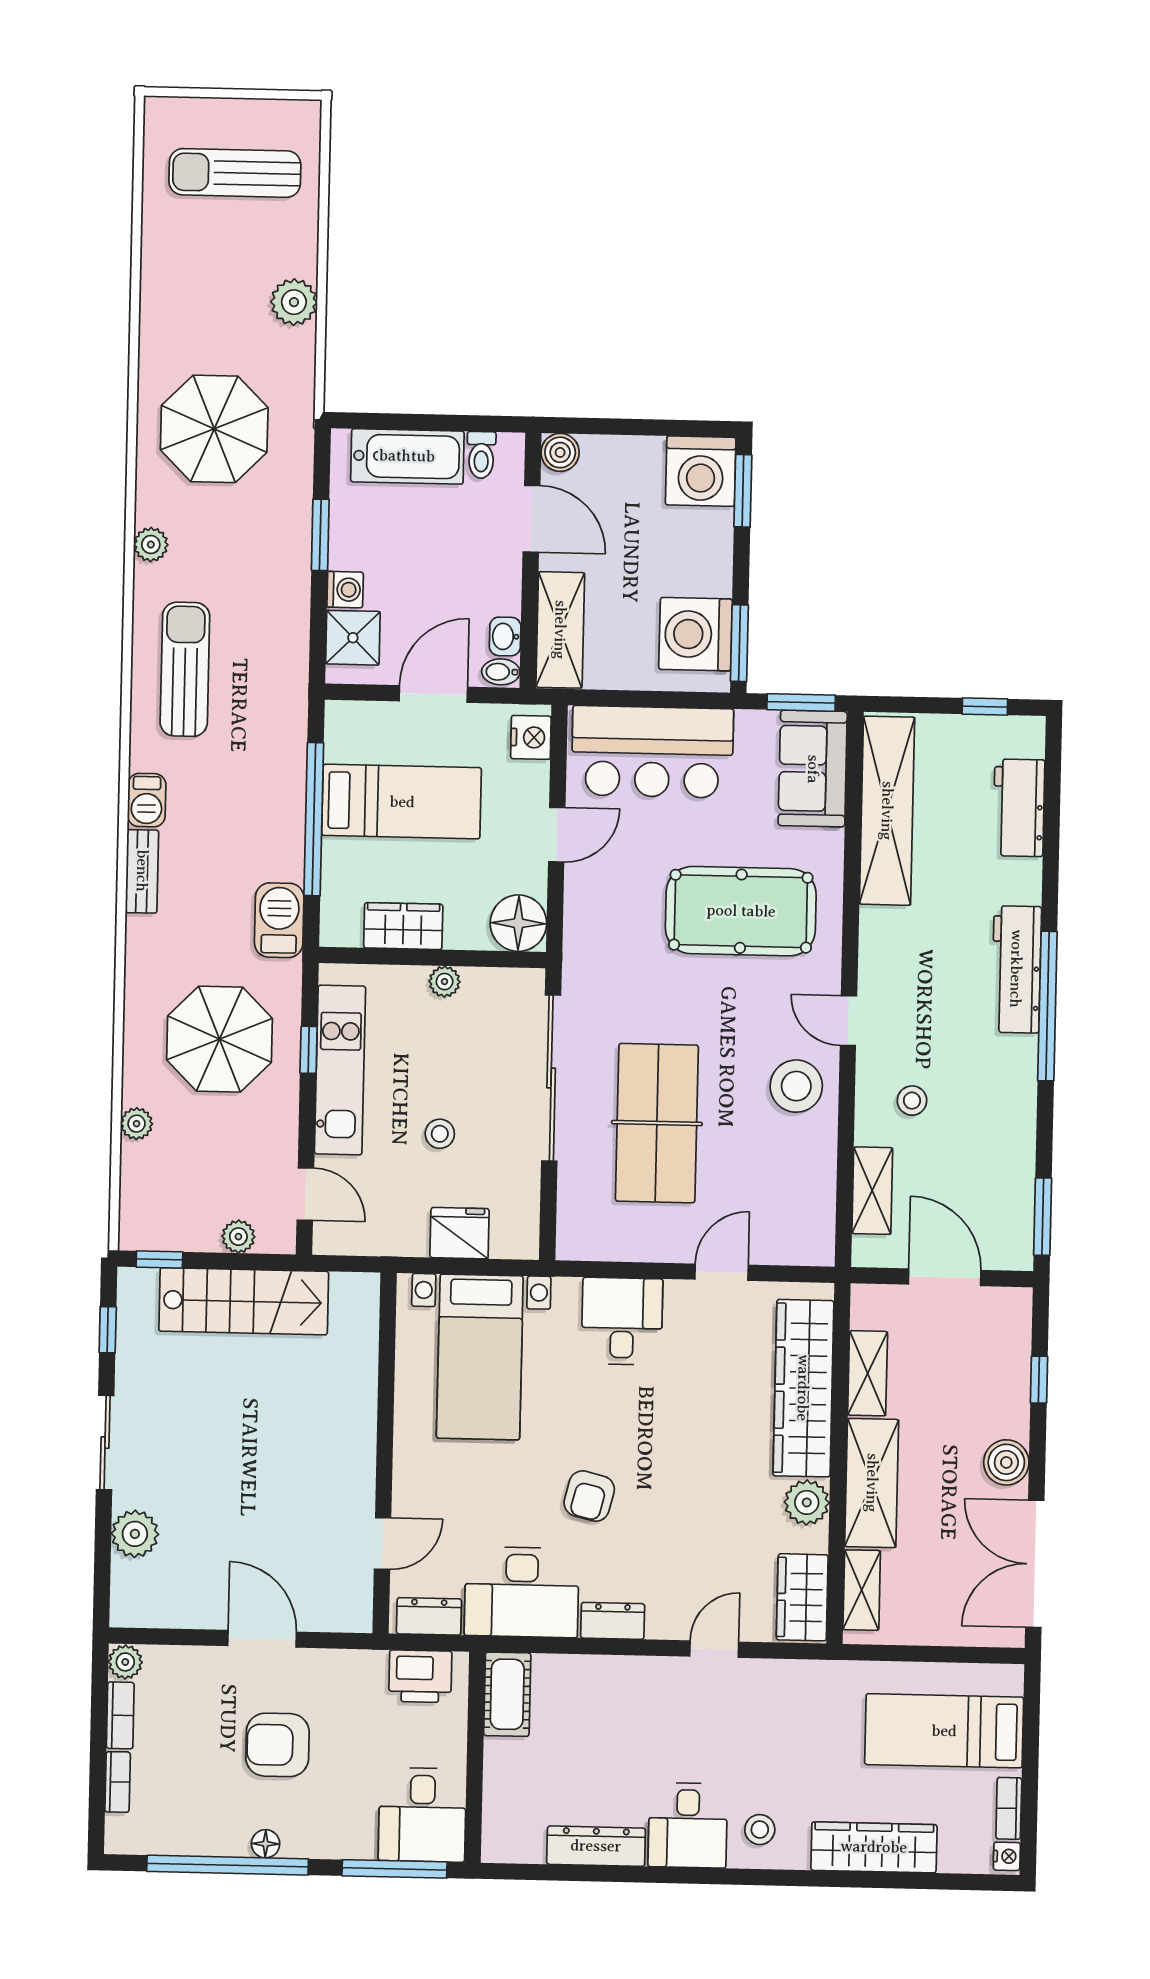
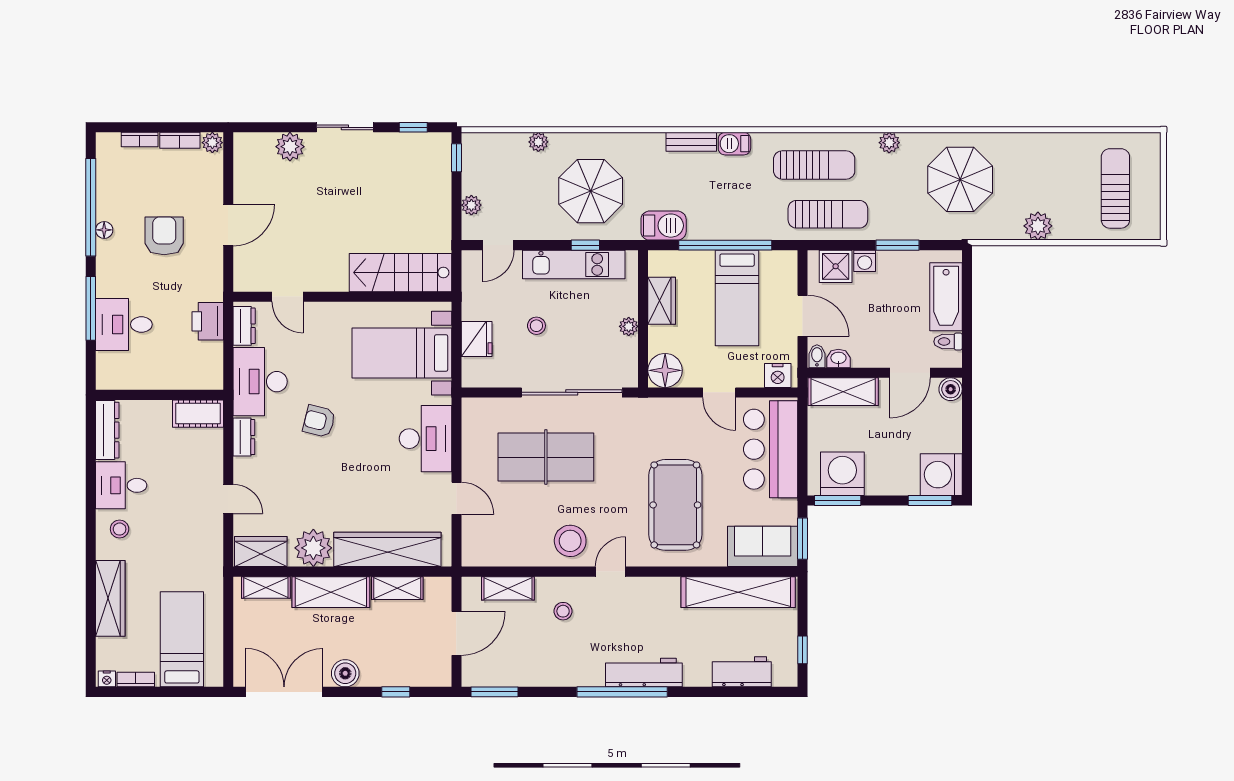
sun lounger: (267, 648) -> (828, 214), added
stairs: (244, 1301) -> (401, 273), moved, turned 90
desk: (622, 1321) -> (425, 439), width x1.37
plant: (807, 1502) -> (313, 548), width x1.36, depth x1.36
cot: (507, 1694) -> (198, 414), moved
wall: (475, 1757) -> (159, 395), moved

